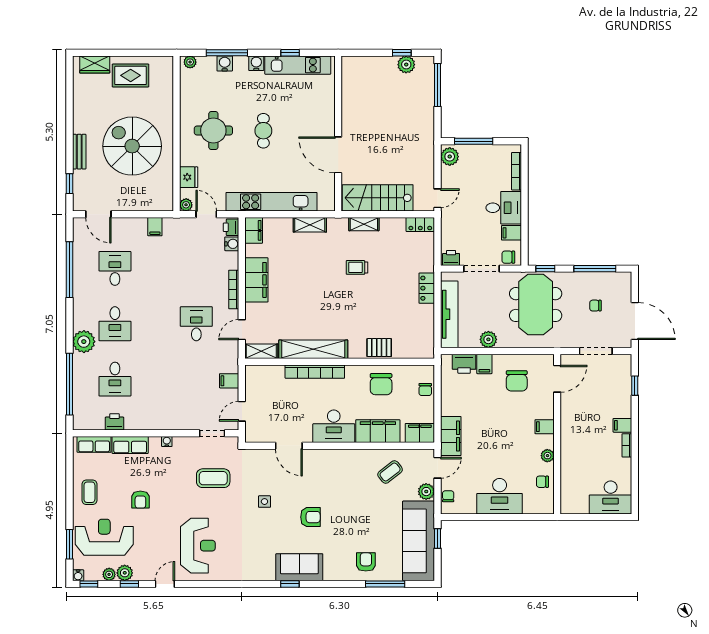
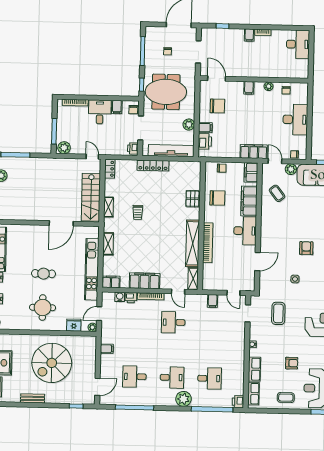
bench: (79, 152) -> (33, 398), moved
printer: (231, 227) -> (131, 298), moved
locker: (427, 288) -> (153, 165), width x1.53
printer: (114, 422) -> (238, 402), moved

